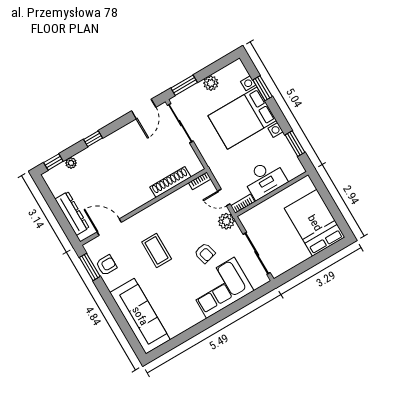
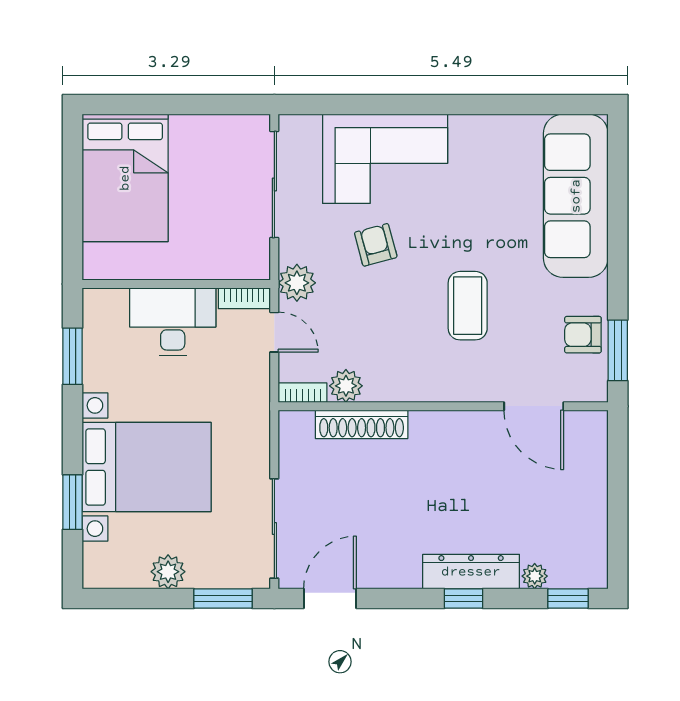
plant: (185, 193) -> (346, 386), added
dresser: (72, 213) -> (471, 572), moved, turned 90

